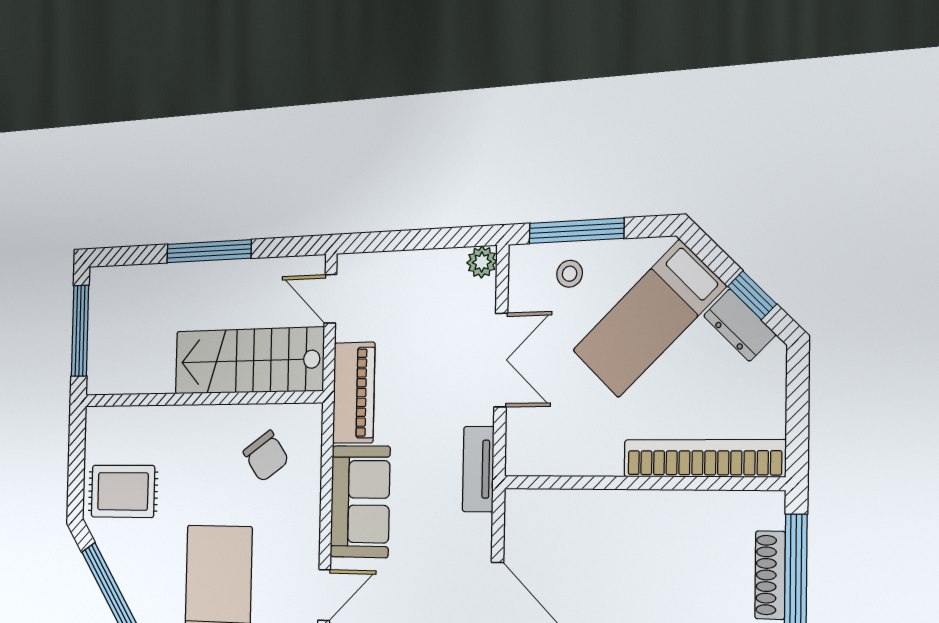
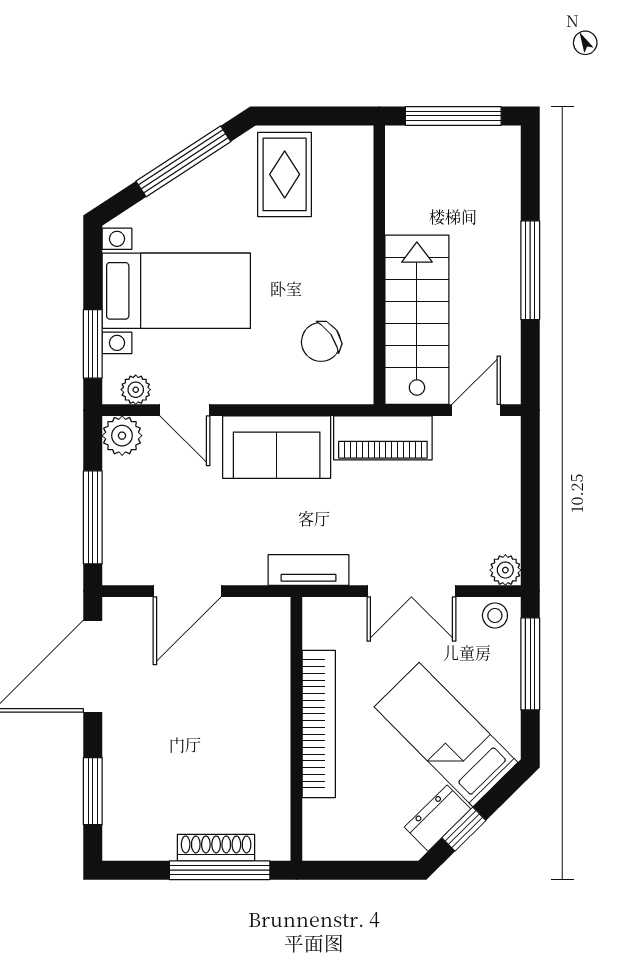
stool: (570, 274) -> (495, 615), moved
bookcase: (704, 458) -> (319, 724), moved

